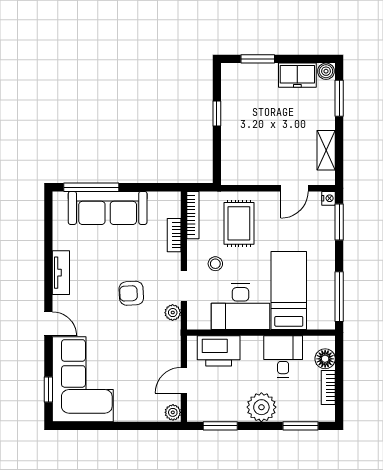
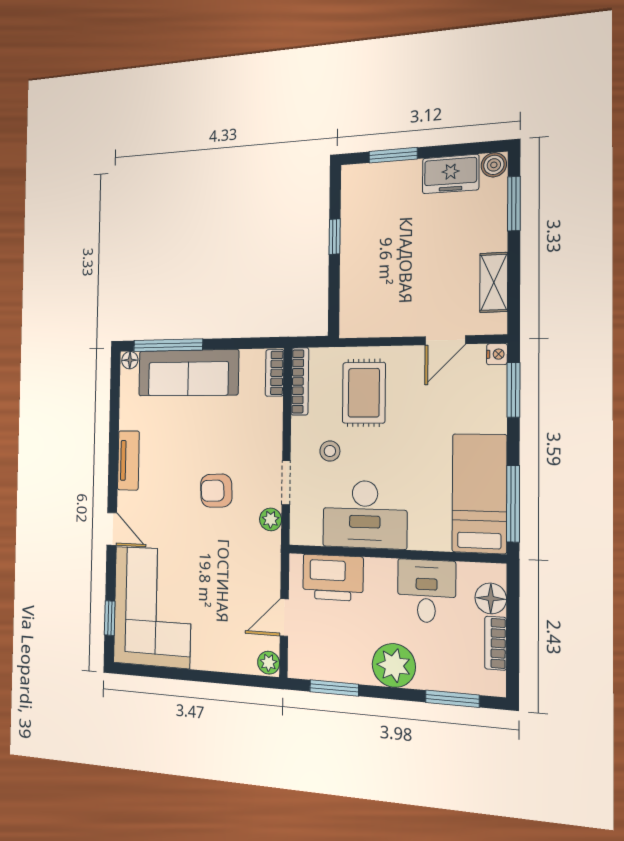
floor lamp: (60, 198) -> (130, 360), added
bookcase: (174, 235) -> (275, 373), moved
bed: (289, 290) -> (479, 493), moved

